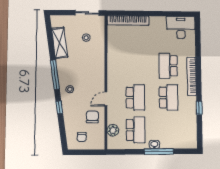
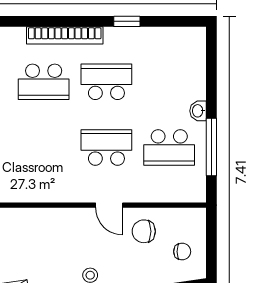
plant: (113, 130) -> (170, 192), removed
school desk: (136, 130) -> (169, 147), turned 180
window: (159, 152) -> (211, 147), moved

